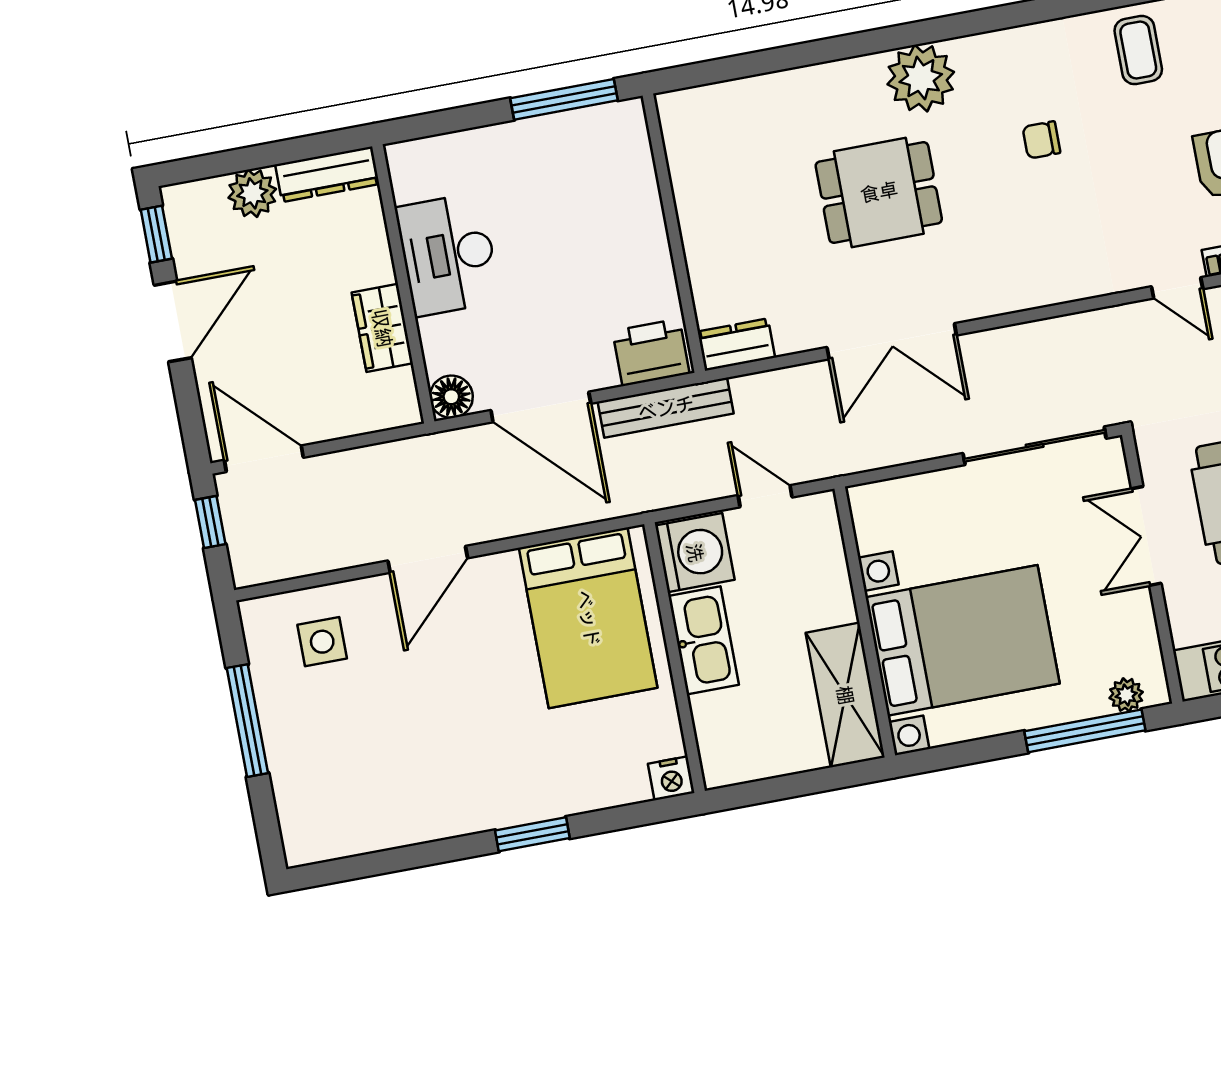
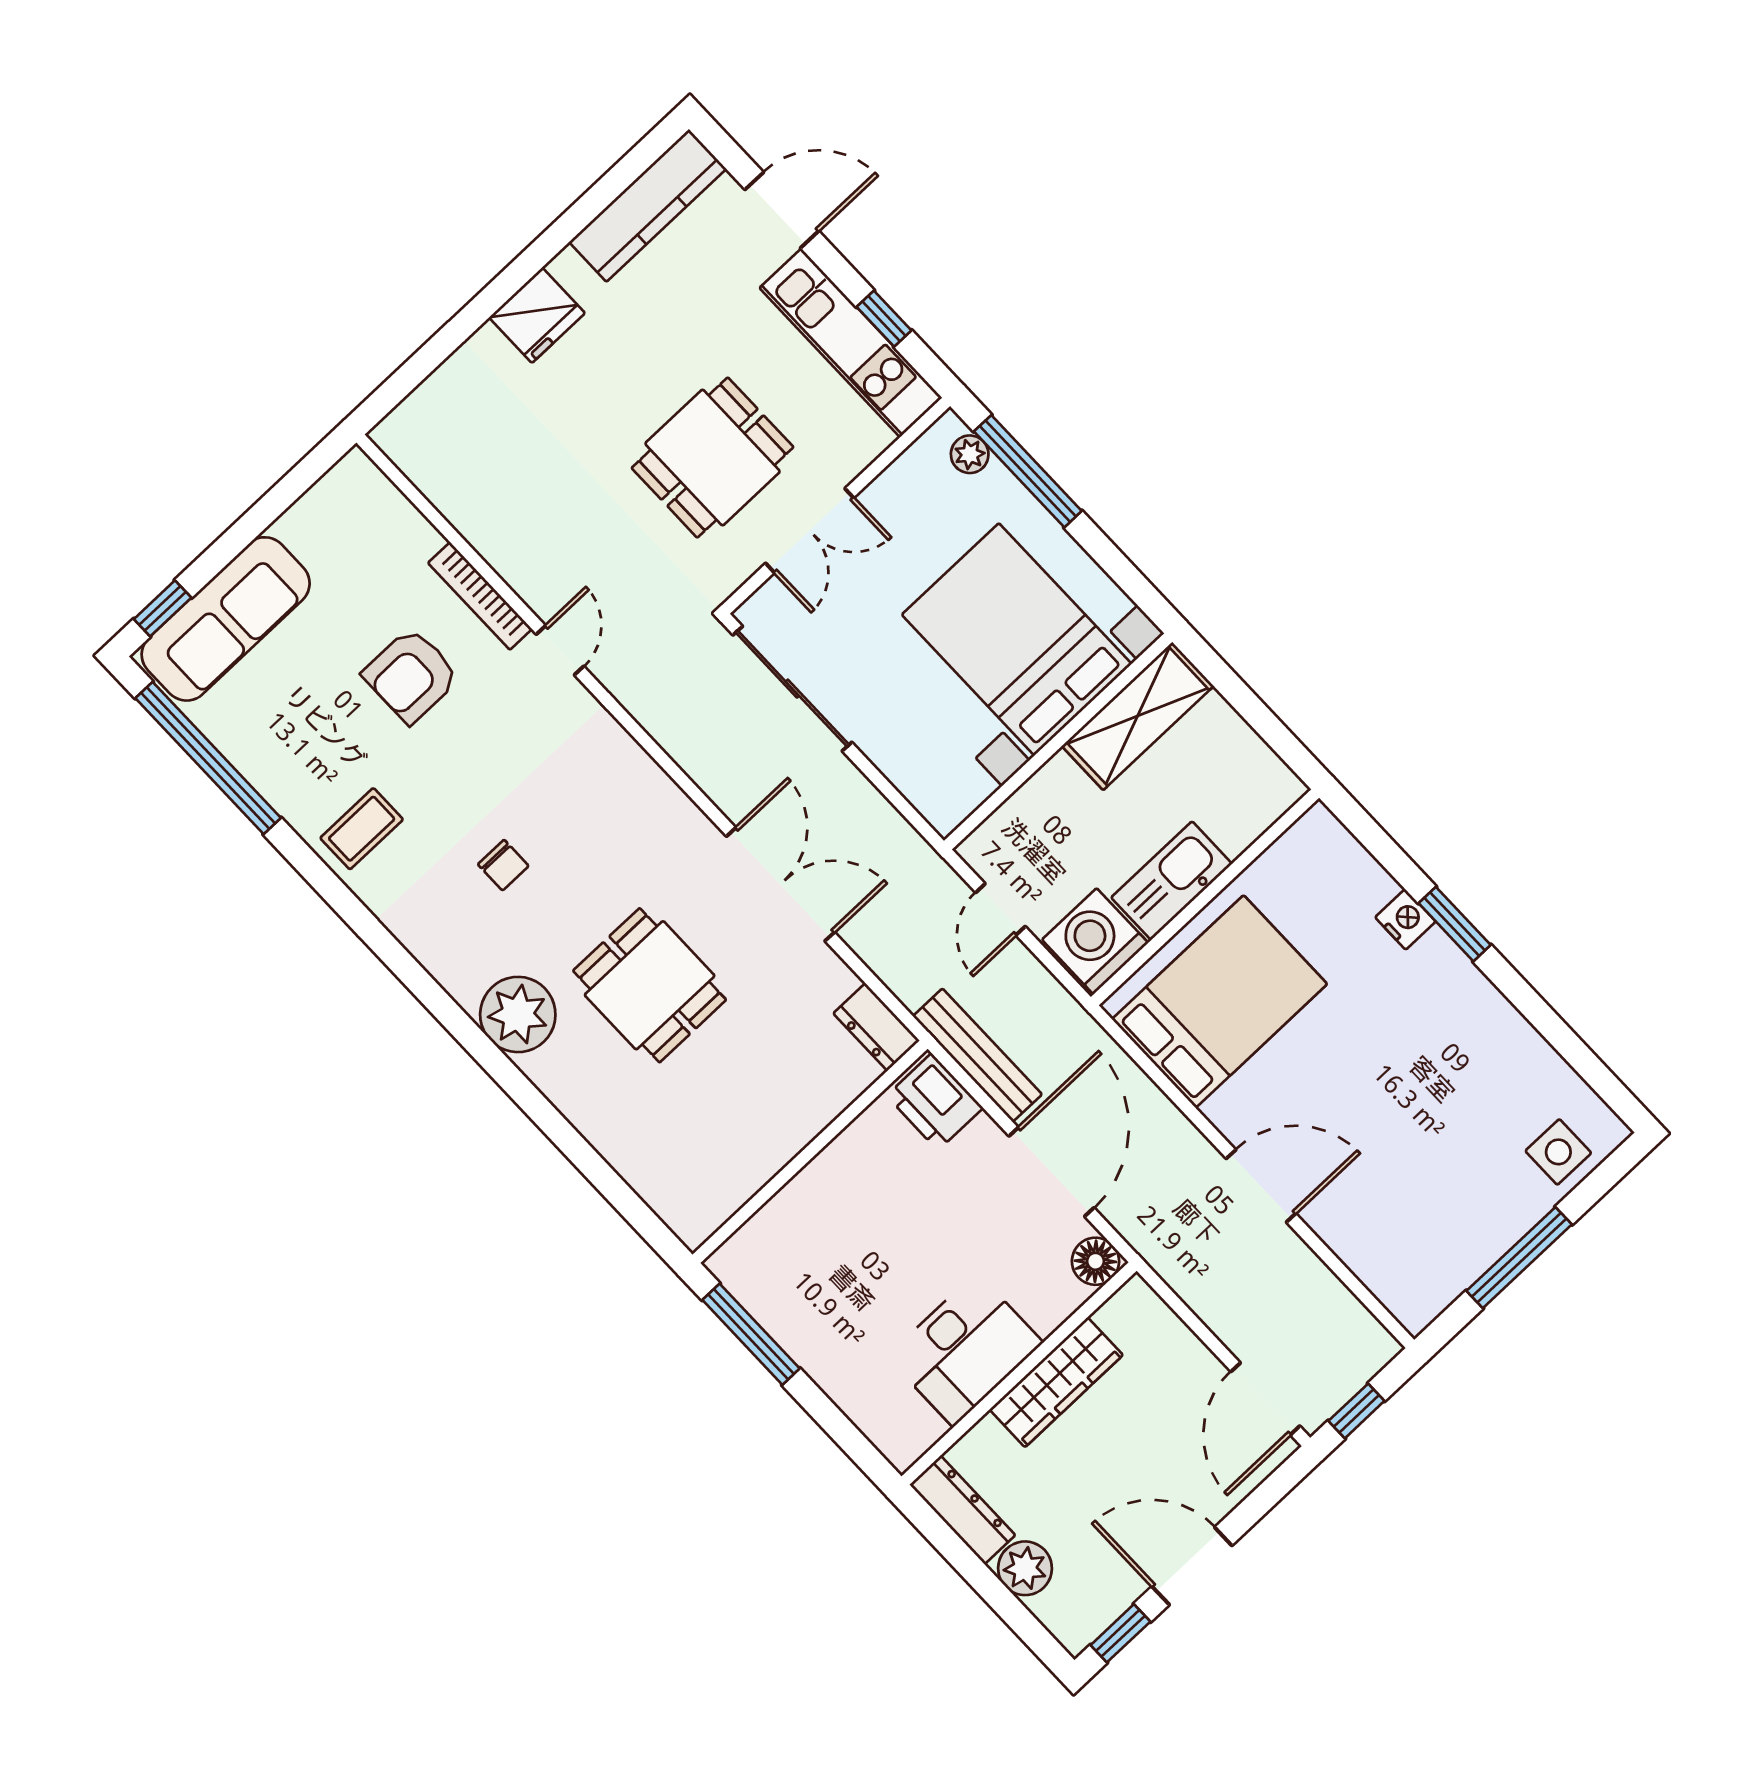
wardrobe: (382, 328) -> (1056, 1382), width x1.50
side table: (322, 642) -> (1558, 1152), moved
nightstand: (671, 778) -> (1405, 919), moved

